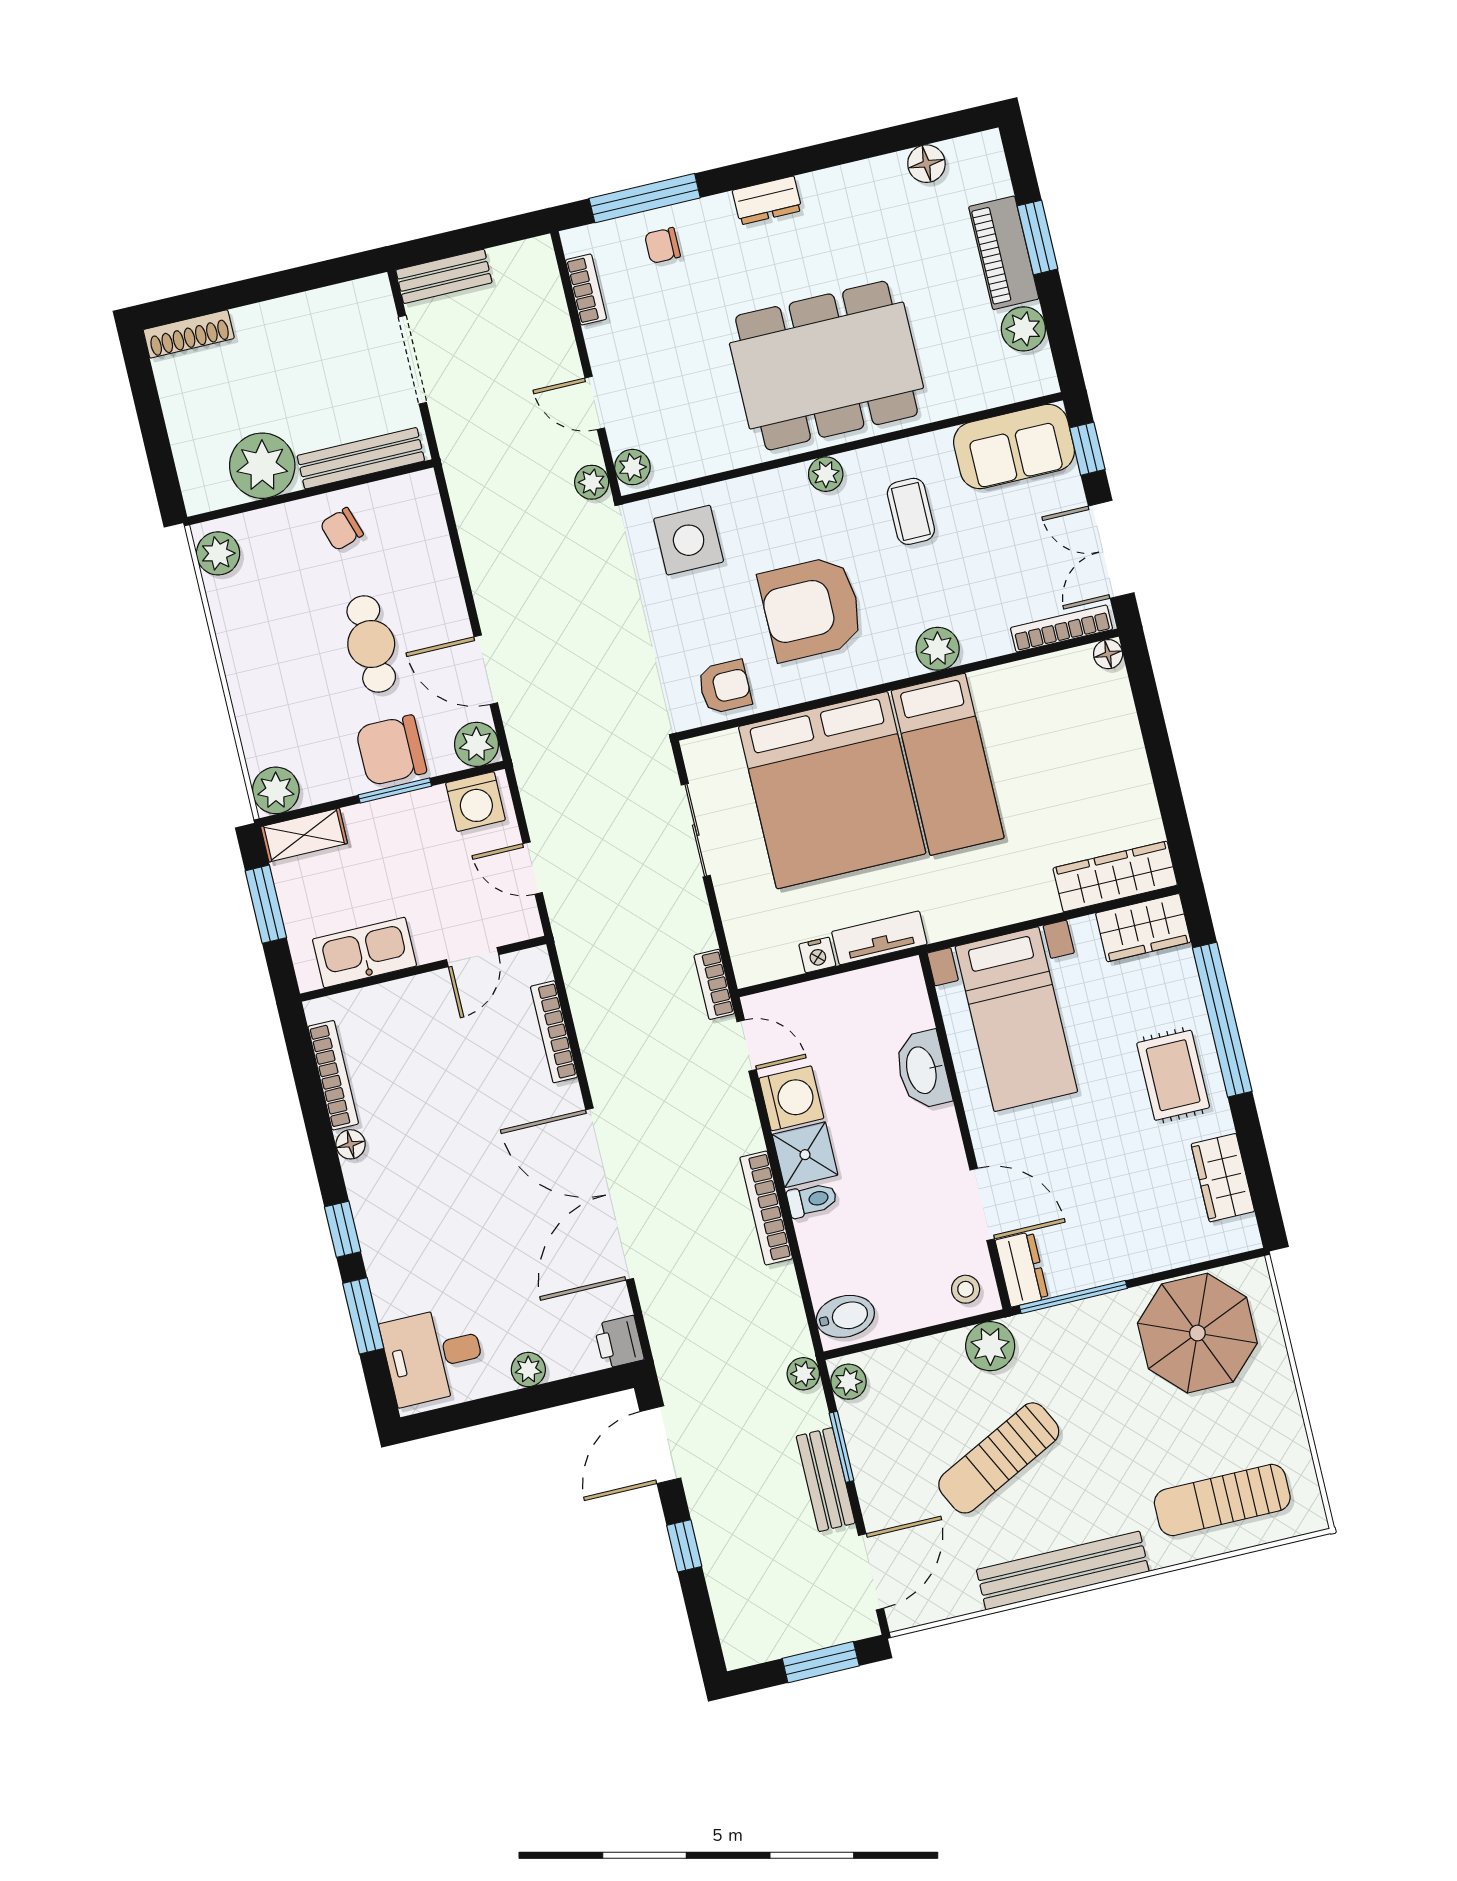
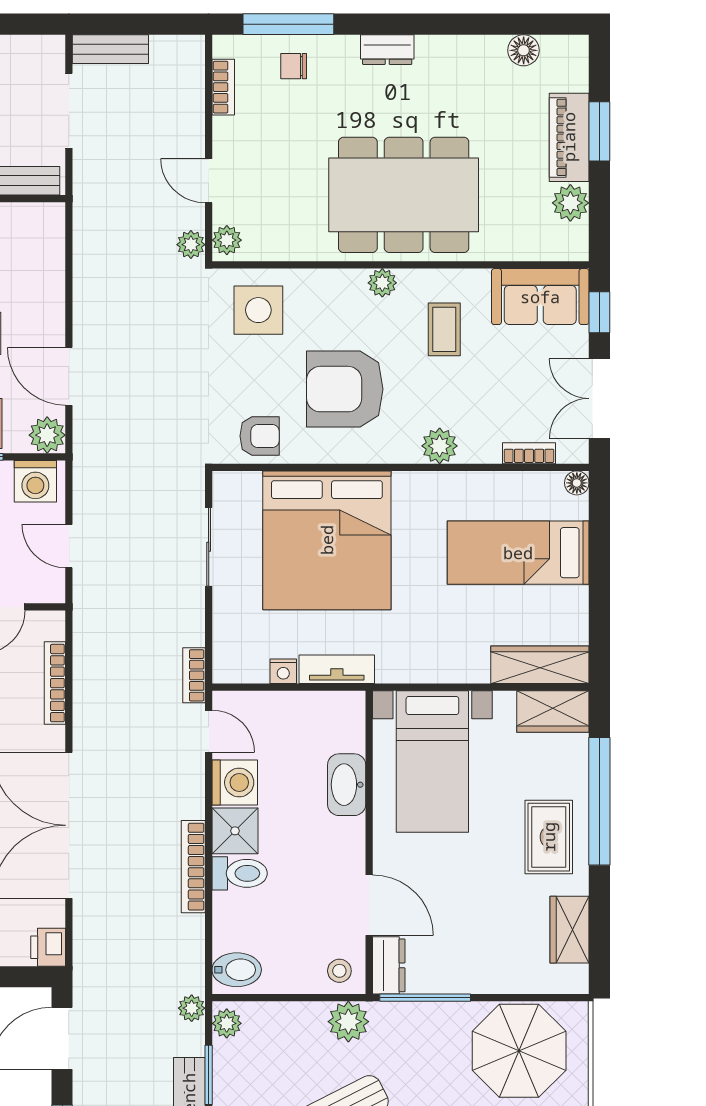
bookcase: (1062, 628) -> (529, 453), width x0.64
bed: (948, 764) -> (518, 553), moved, turned 90
toilet: (812, 1200) -> (240, 873), width x1.37, depth x1.39

